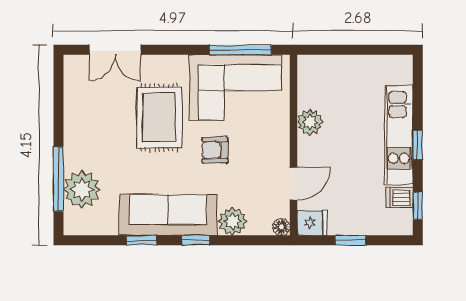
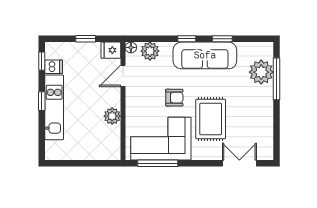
plant: (233, 221) -> (150, 51), moved

